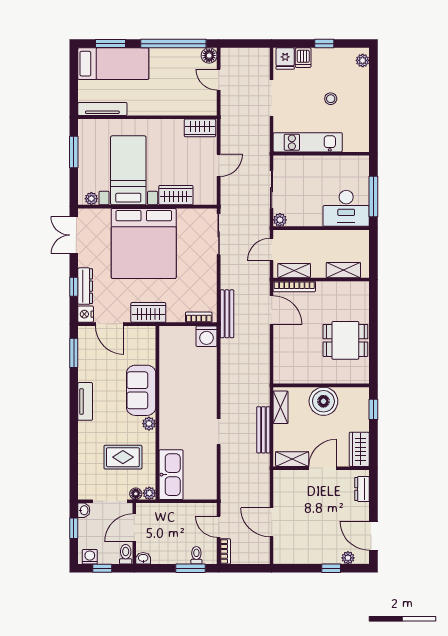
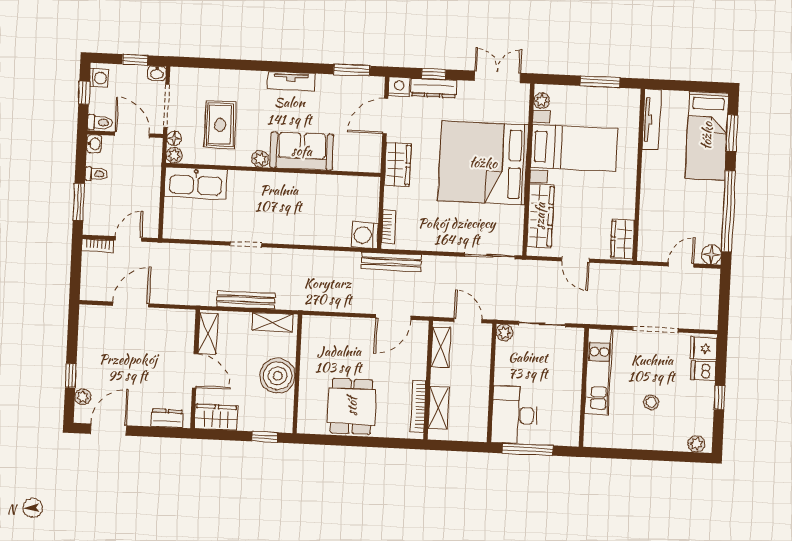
wardrobe: (176, 195) -> (540, 216), width x1.50
bookcase: (294, 287) -> (418, 406), moved
toilet: (196, 555) -> (96, 174), moved

